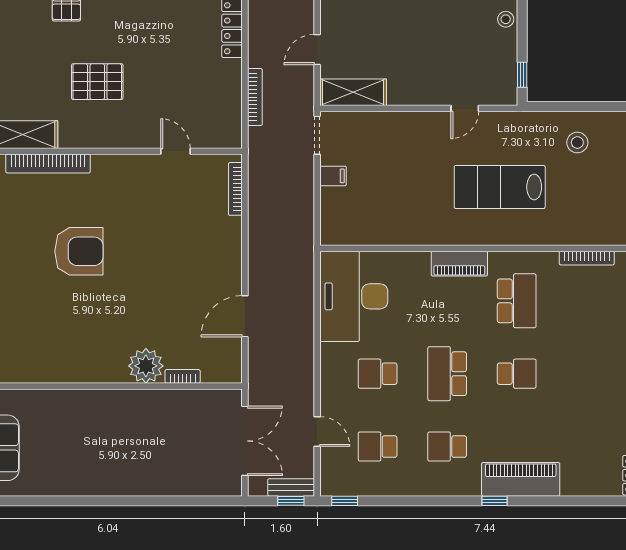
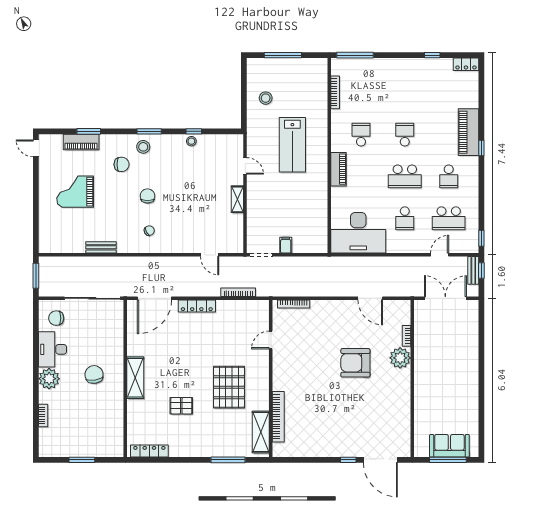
window: (522, 75) -> (194, 131), moved
pallet: (97, 82) -> (229, 387), width x1.37, depth x1.41
shelving: (353, 92) -> (237, 199), moved, width x0.67, depth x0.75
armchair: (79, 251) -> (355, 363), moved, turned -90
school desk: (517, 301) -> (361, 135), width x0.54
school desk: (378, 447) -> (449, 218), width x1.85

